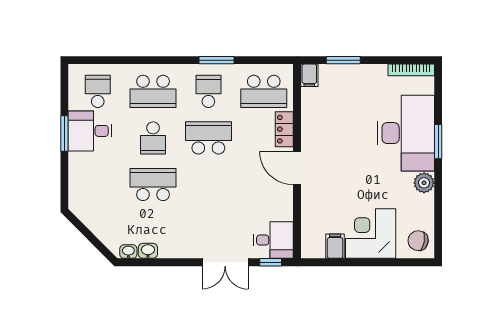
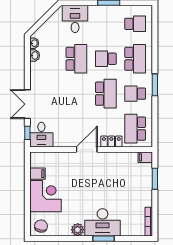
window: (216, 60) -> (155, 85), moved
school desk: (153, 91) -> (135, 59), turned 180
school desk: (208, 91) -> (135, 94), turned 180
desk: (90, 131) -> (75, 19), moved
desk: (406, 133) -> (102, 222), width x0.73, depth x0.77

